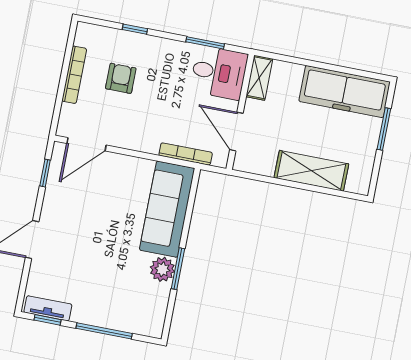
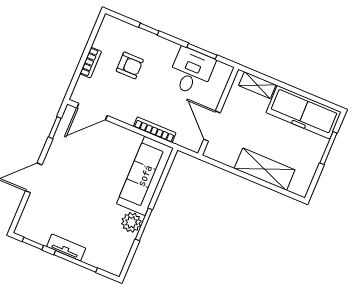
desk: (219, 73) -> (191, 72), moved, turned -90
bookcase: (74, 75) -> (91, 63), width x0.64
armchair: (121, 78) -> (130, 65), turned 90
shelving: (259, 78) -> (257, 85), moved, turned 90
bookcase: (186, 154) -> (155, 130), moved
tv unit: (48, 308) -> (66, 247), moved

